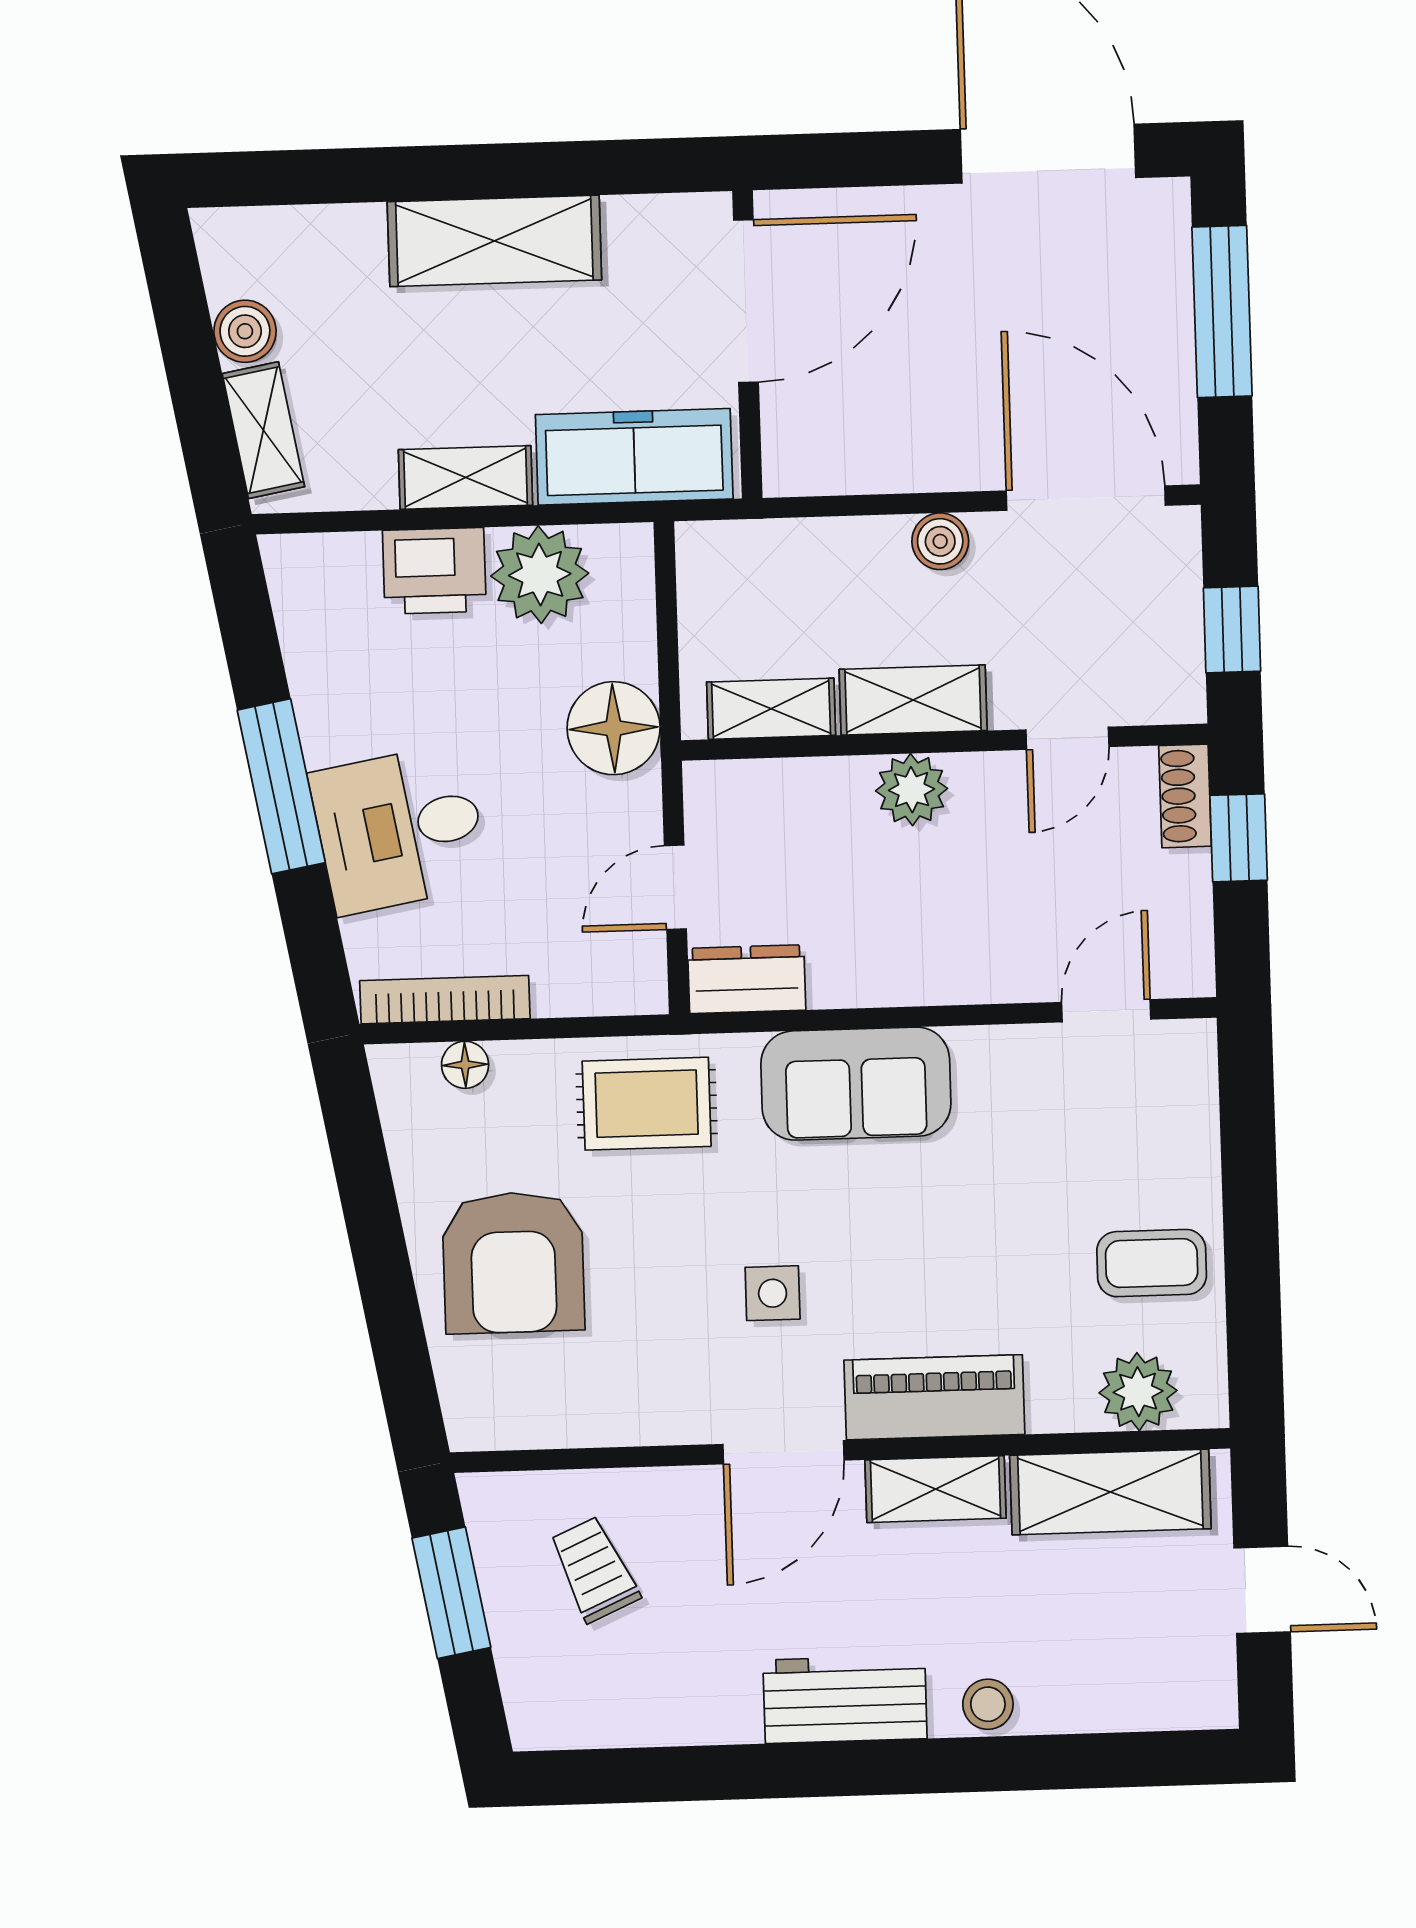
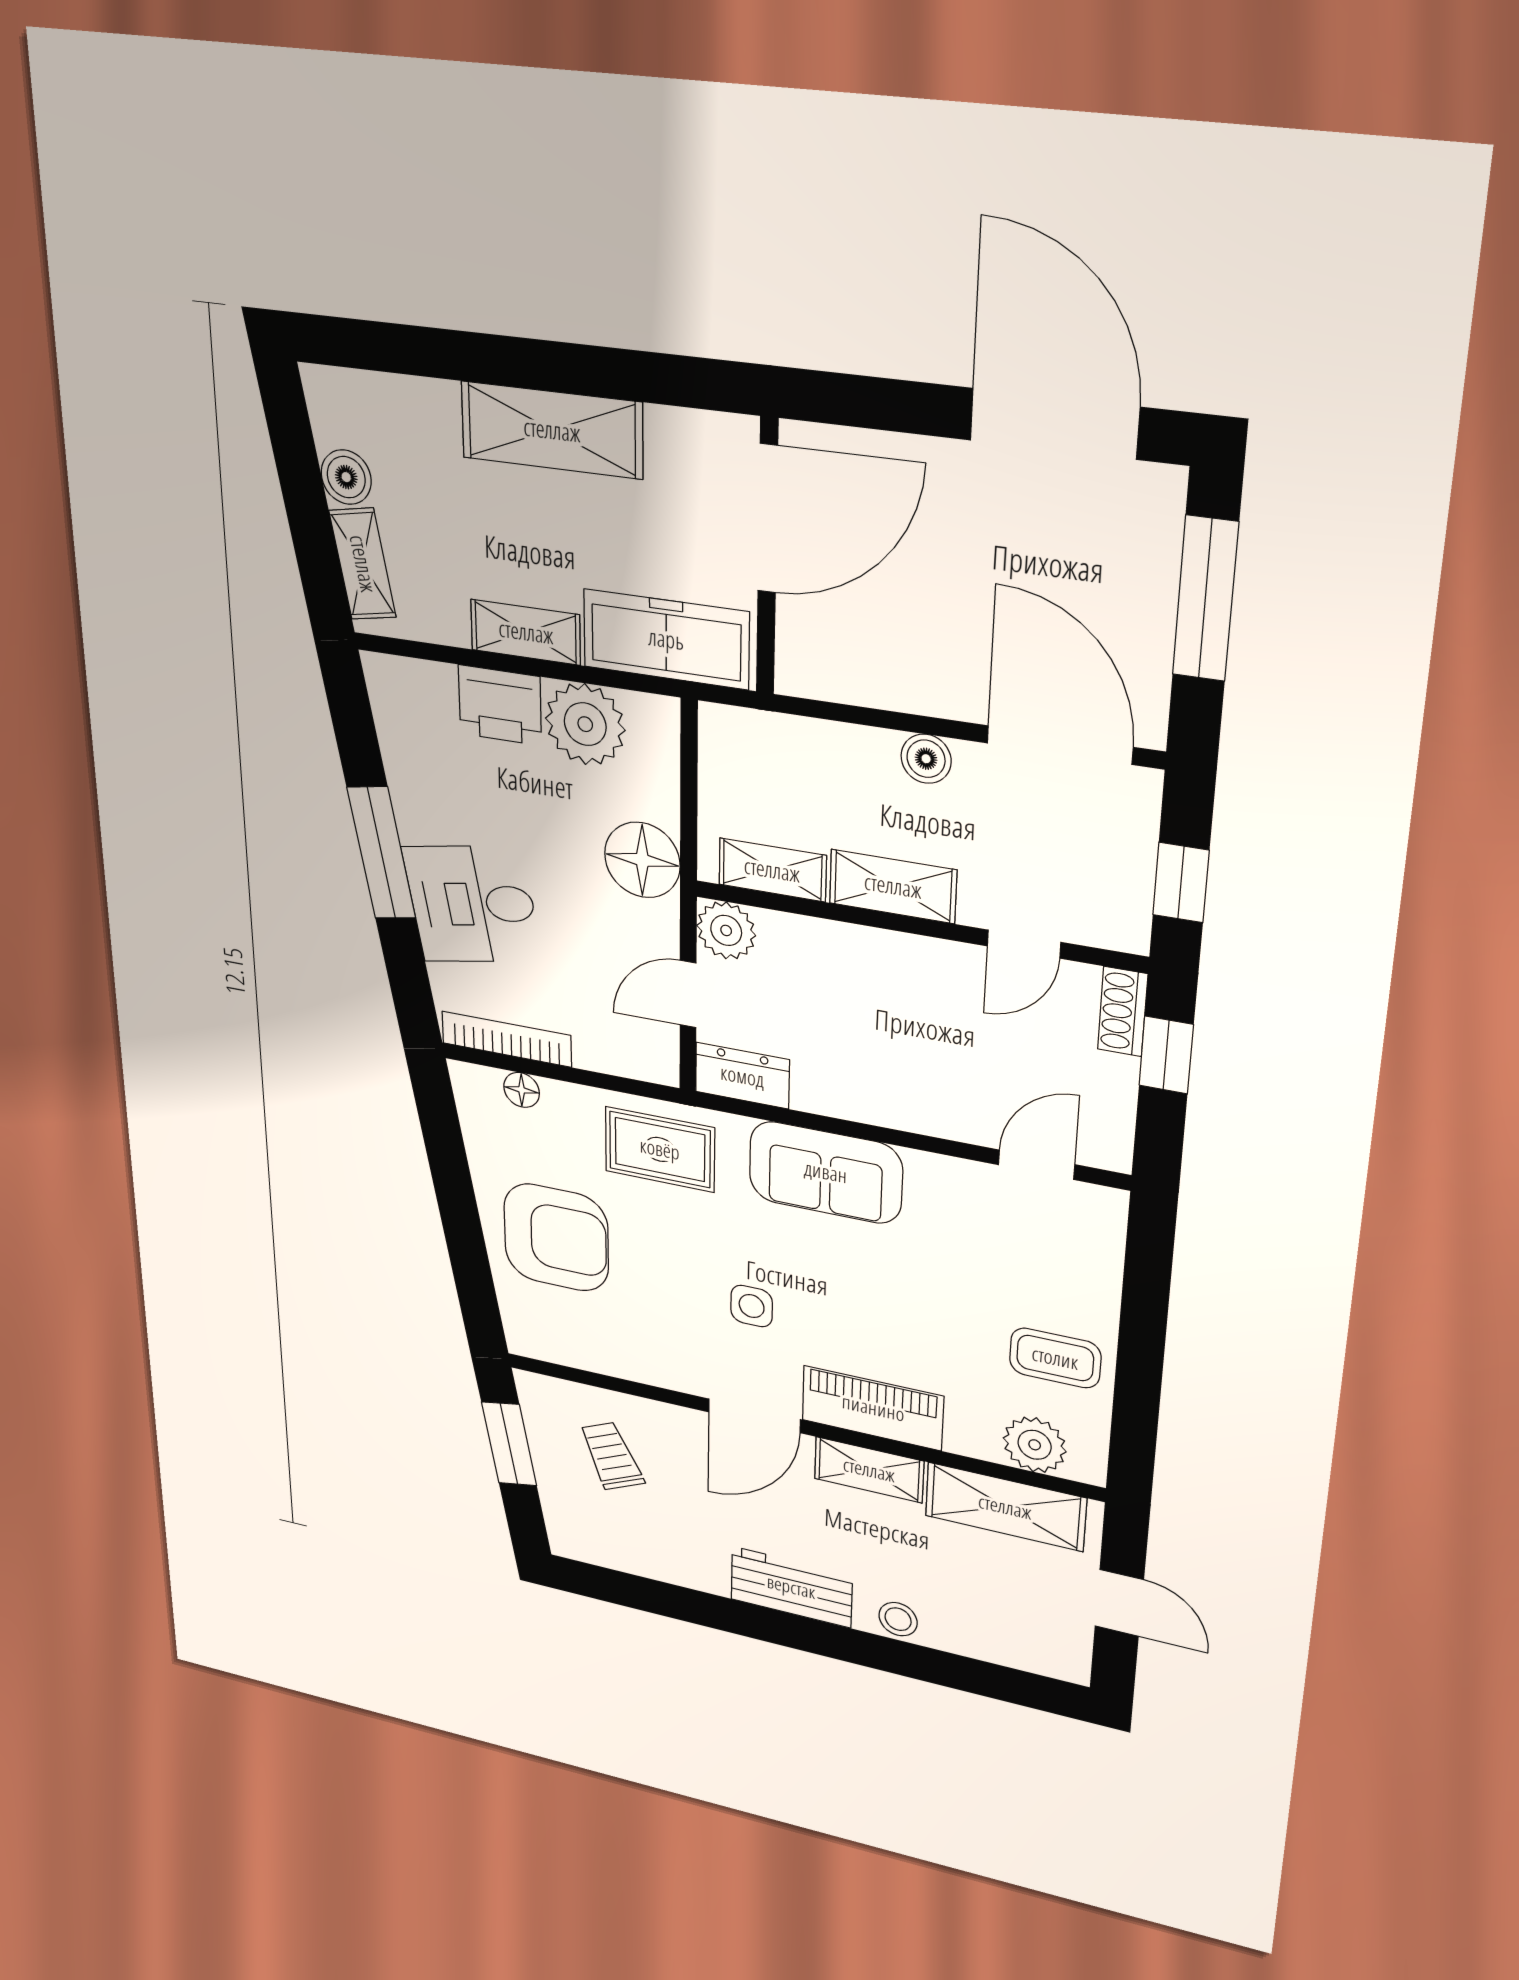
plant: (912, 790) -> (726, 930), moved
armchair: (513, 1263) -> (556, 1237), turned -90

